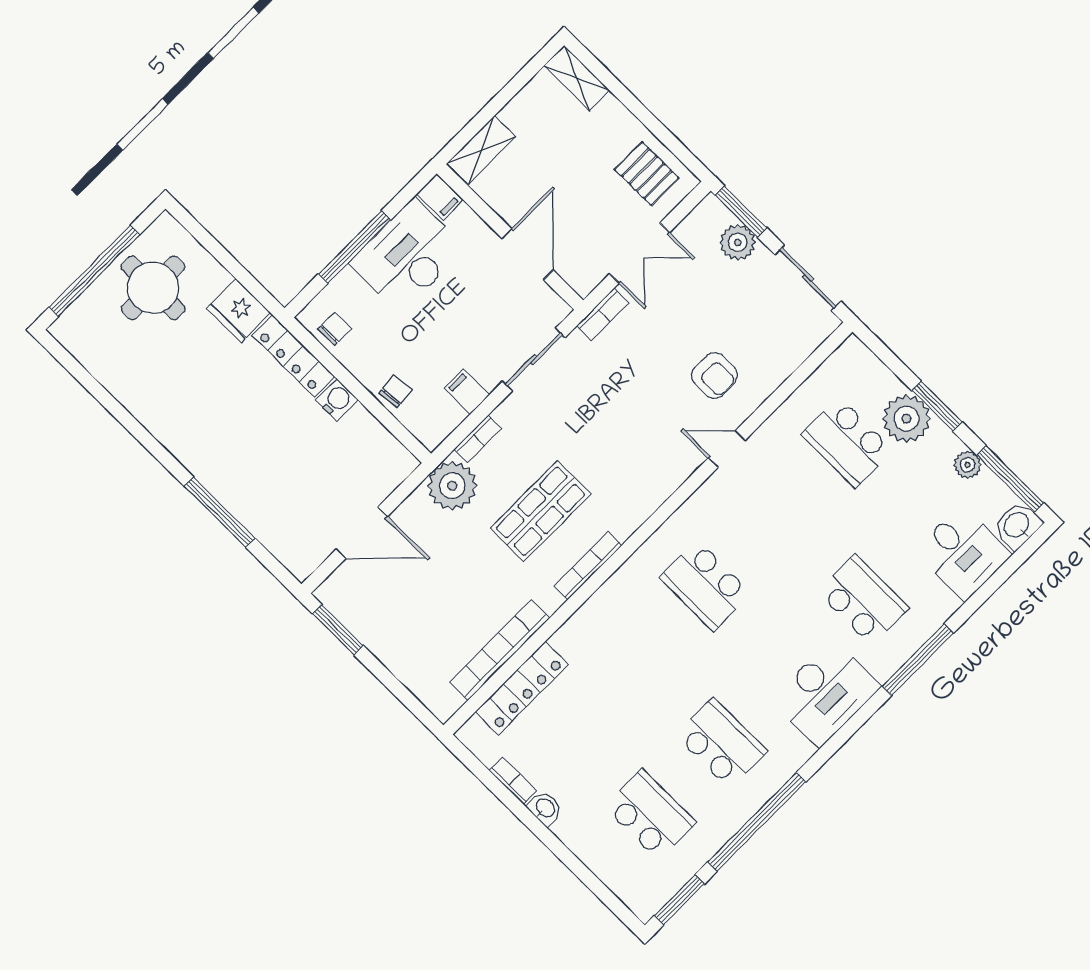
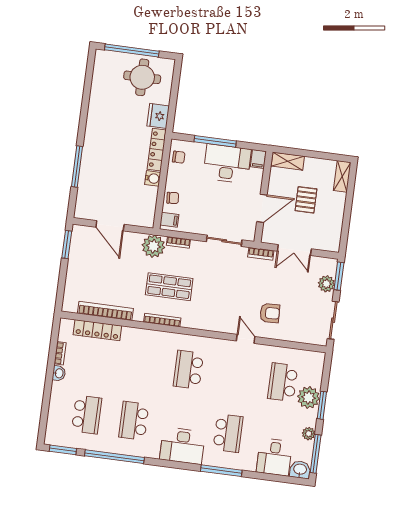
pallet: (647, 174) -> (306, 200), moved
armchair: (714, 375) -> (270, 313), turned -92
filing cabinet: (467, 392) -> (169, 220), moved, turned 90
school desk: (721, 743) -> (134, 421), turned 180

